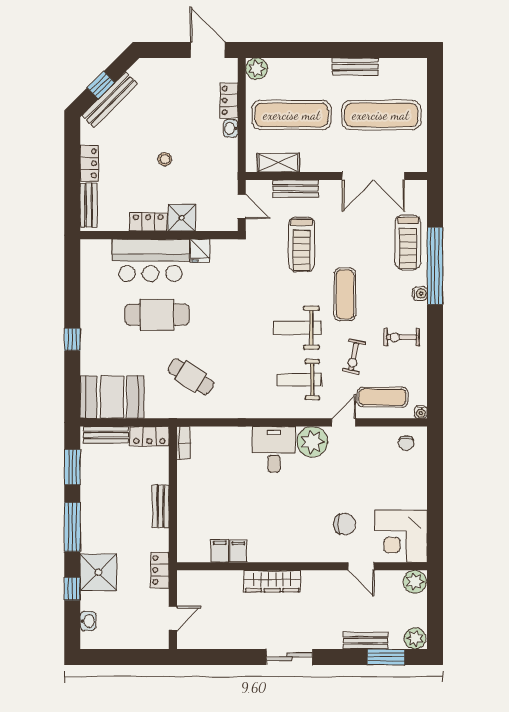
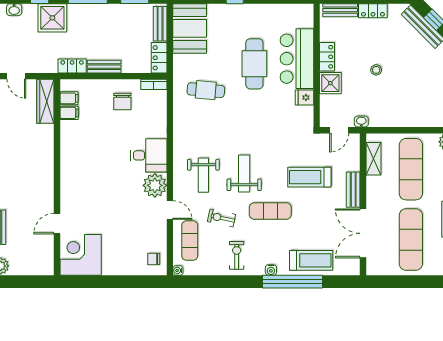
locker: (229, 100) -> (422, 120), removed
washbasin: (231, 128) -> (361, 122), moved
bench: (296, 189) -> (353, 190), moved
treadmill: (408, 242) -> (311, 260), turned 180
cafe table: (191, 377) -> (206, 90), turned 62
weight bench: (299, 380) -> (203, 175), turned 180
chair: (344, 524) -> (122, 101), moved
filing cabinet: (238, 551) -> (69, 98), moved
locker: (160, 570) -> (72, 66), moved
wardrobe: (272, 581) -> (45, 101), moved
plant: (415, 582) -> (45, 266), removed

